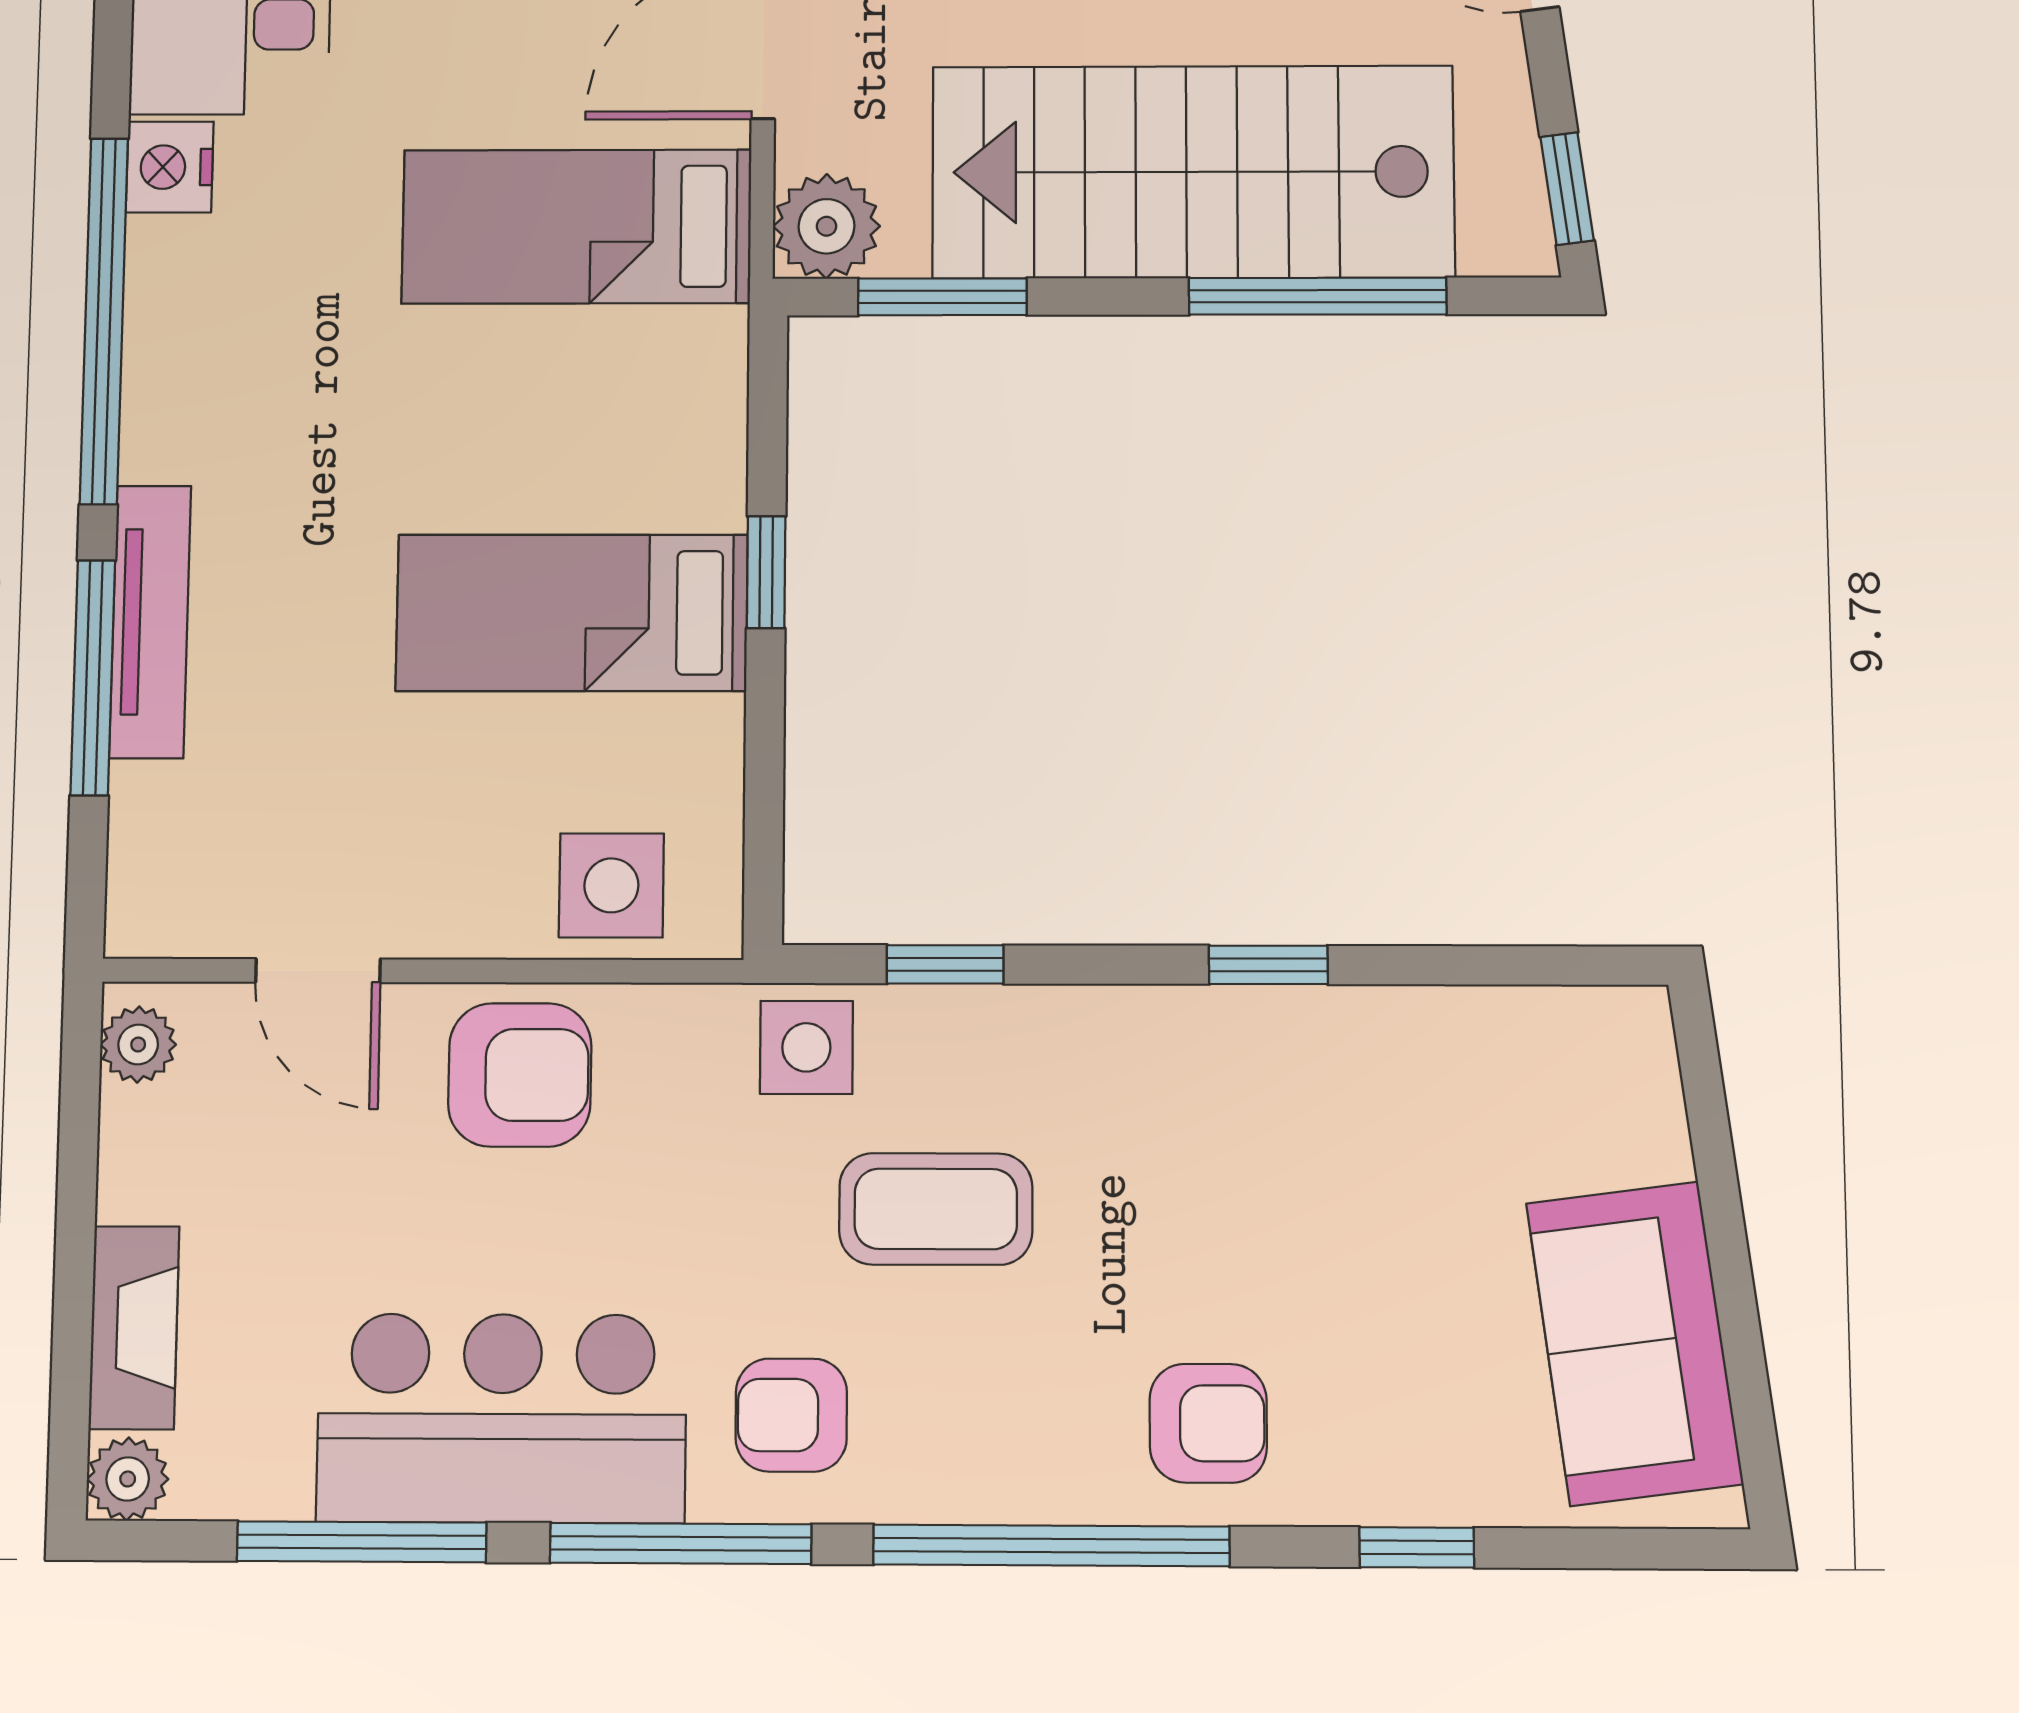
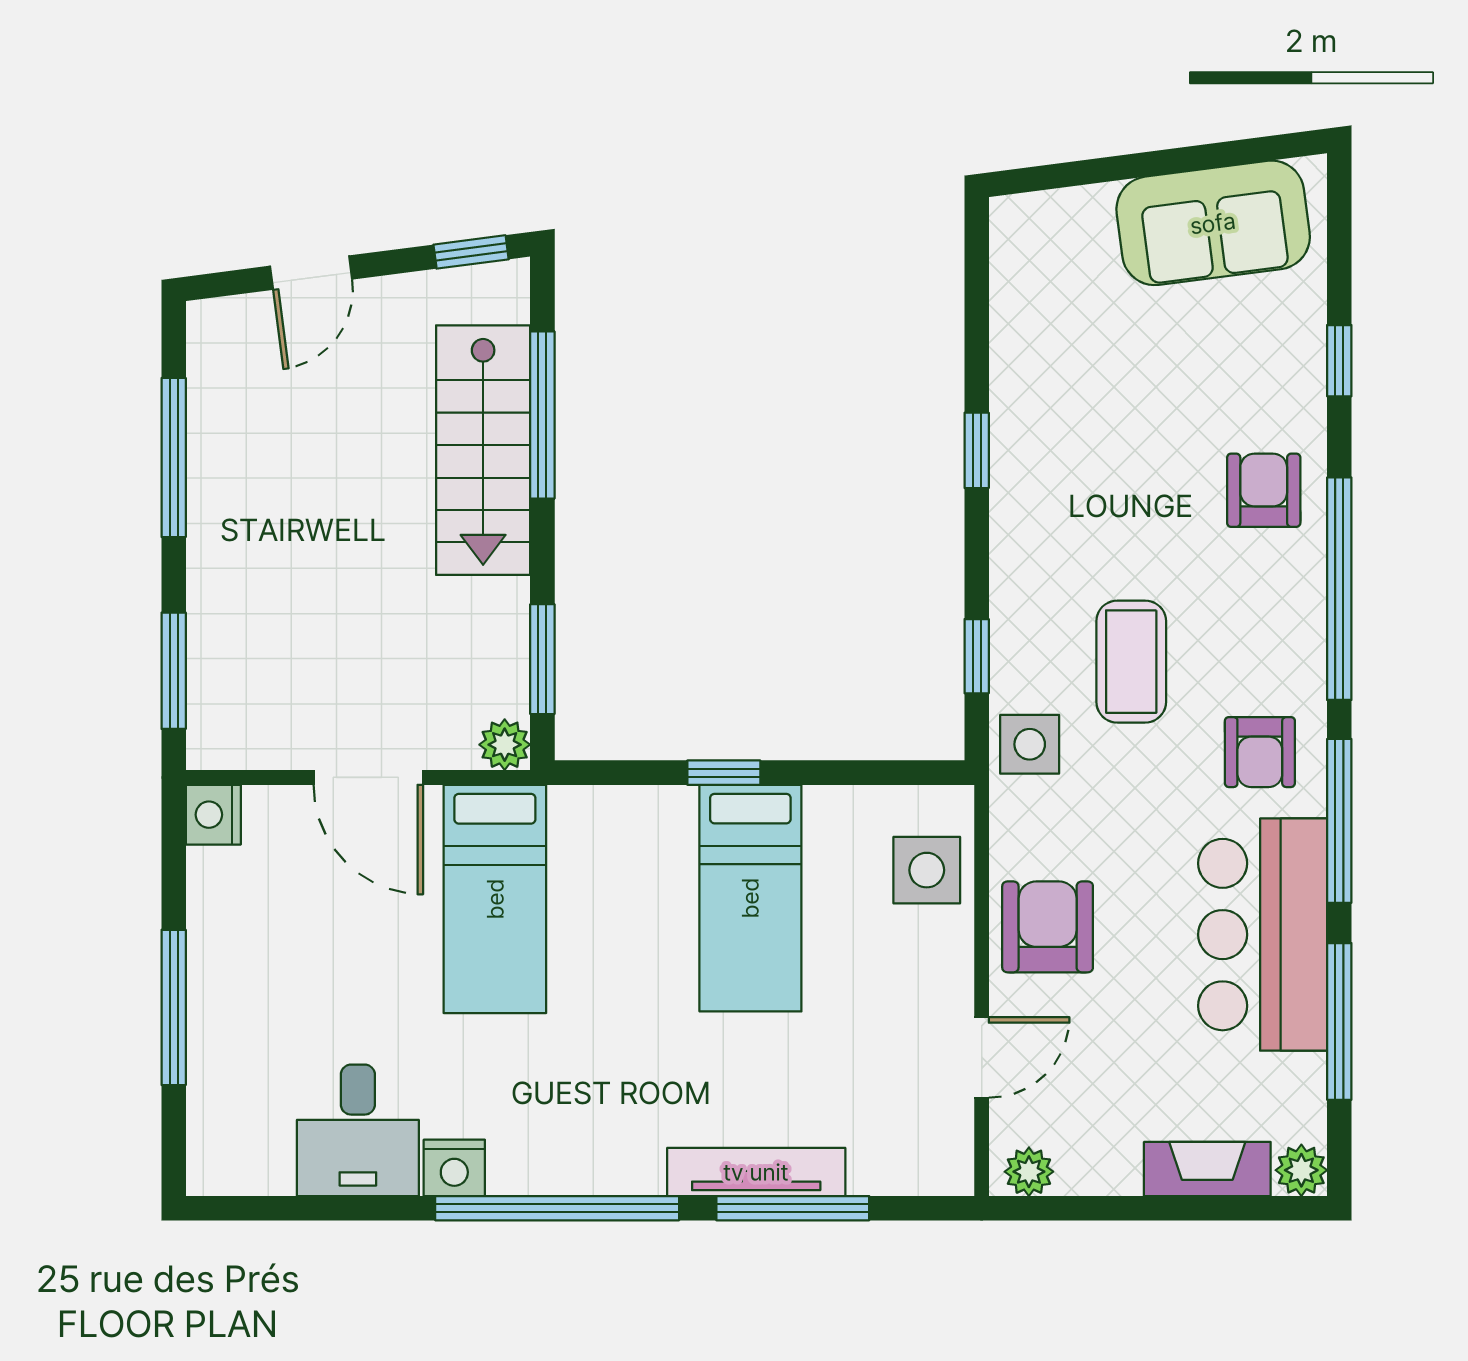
stairs: (1193, 172) -> (483, 450), width x0.73, depth x0.66
plant: (826, 226) -> (505, 745), width x0.73, depth x0.73

